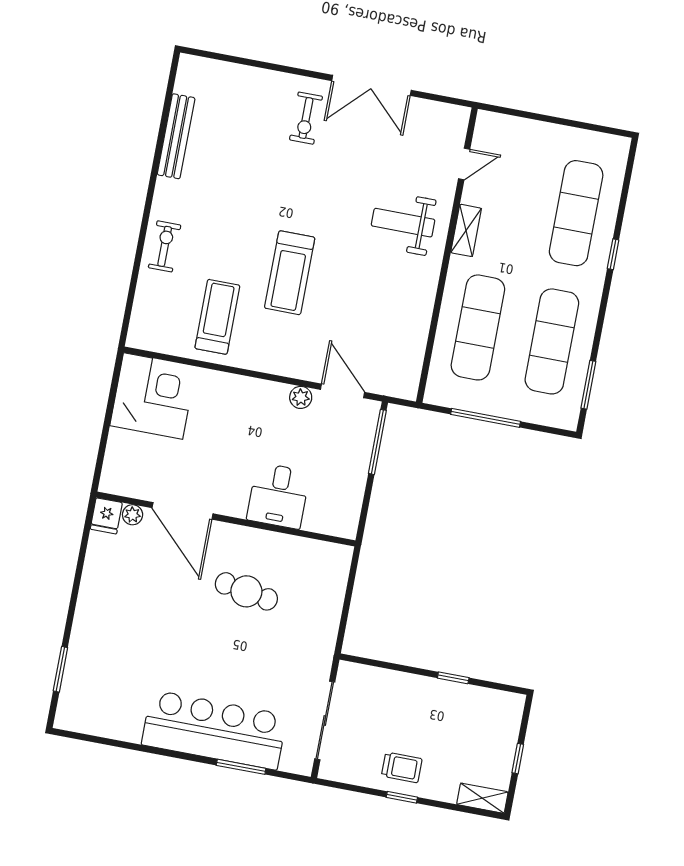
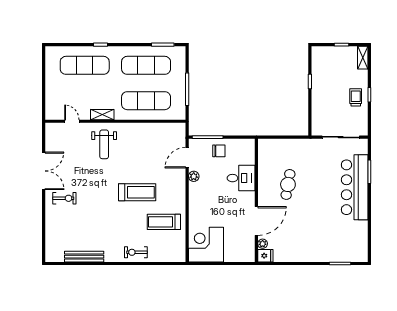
chair: (344, 460) -> (219, 151), added

